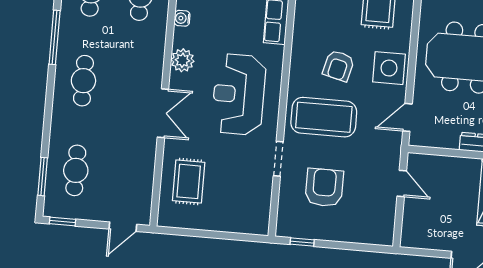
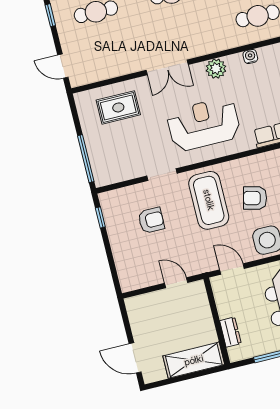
door: (402, 184) -> (176, 283), swing flipped
armchair: (324, 187) -> (151, 220), width x0.72, depth x0.72
window: (232, 236) -> (86, 159), added

